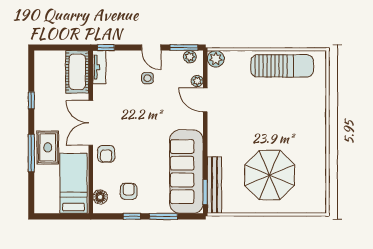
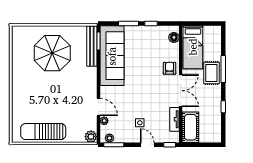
door: (151, 48) -> (147, 145), moved
tv unit: (99, 67) -> (174, 119), moved
armchair: (129, 191) -> (153, 41), removed

